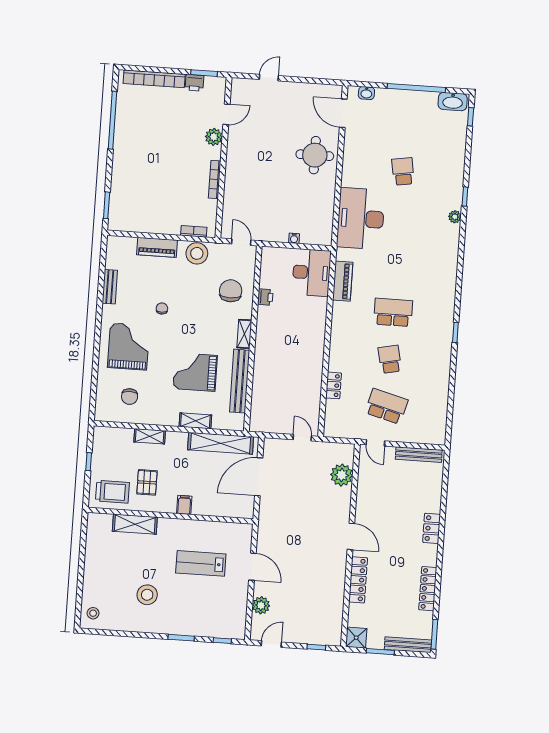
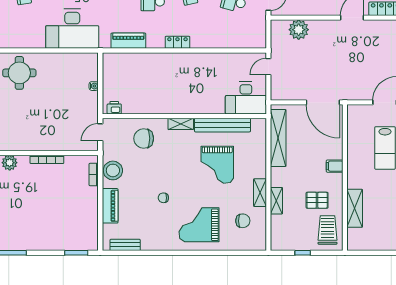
desk: (312, 273) -> (246, 98), moved, turned 180
bench: (110, 287) -> (125, 245), moved
printer: (265, 297) -> (114, 108), moved
locker: (334, 385) -> (177, 42), moved
shelving: (195, 421) -> (260, 193), moved
door: (259, 477) -> (323, 102), moved

